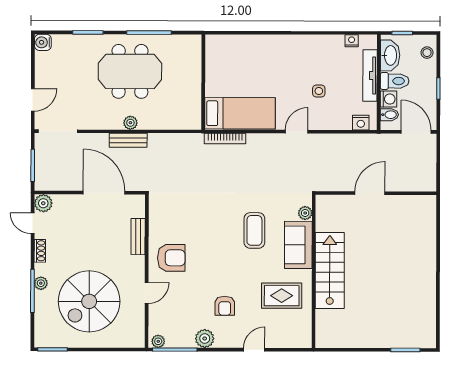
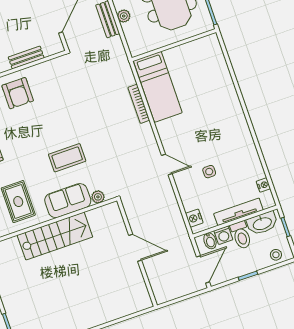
wall: (203, 82) -> (174, 45), moved
bed: (240, 113) -> (158, 87), moved

